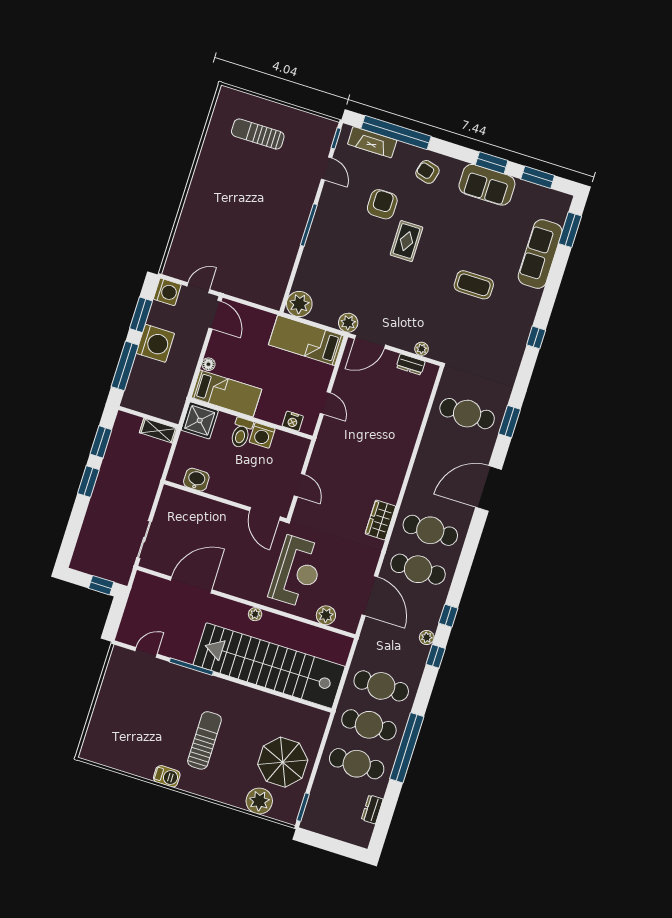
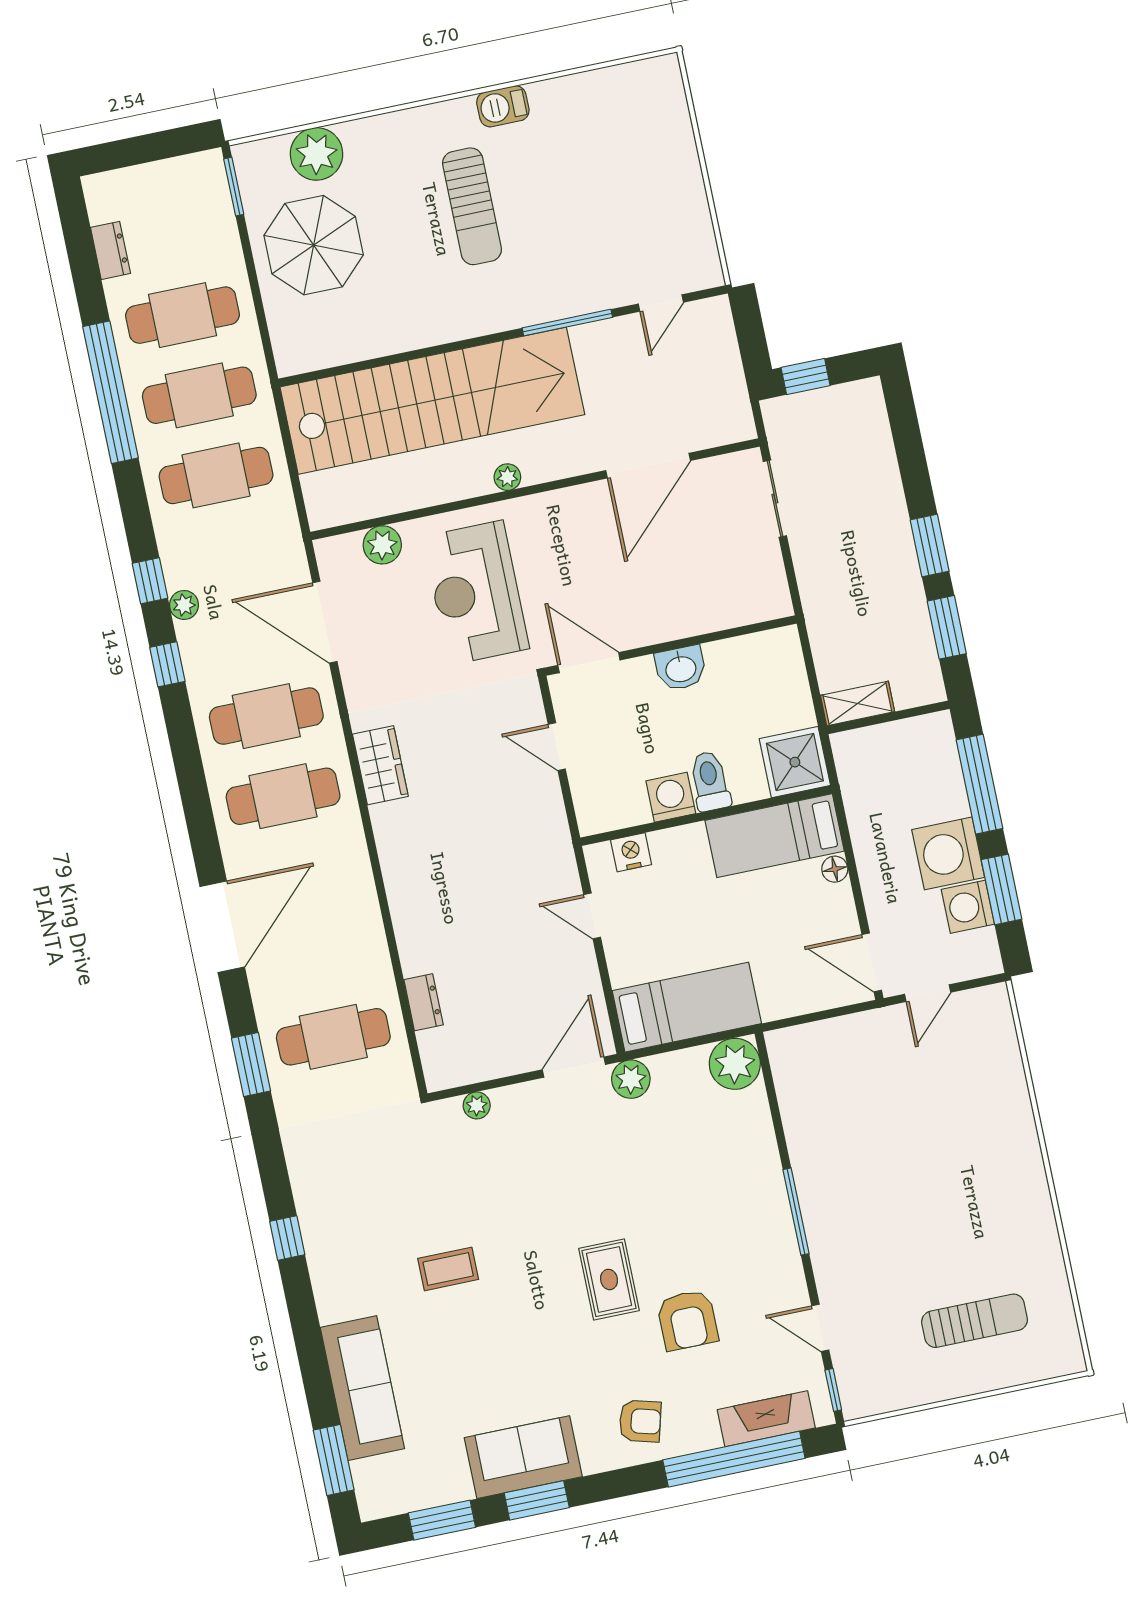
coffee table: (474, 285) -> (448, 1269), width x0.73, depth x0.77
washing machine: (167, 292) -> (968, 907), moved
dresser: (411, 364) -> (424, 1002), moved, turned 90
washbasin: (196, 480) -> (681, 668), moved

